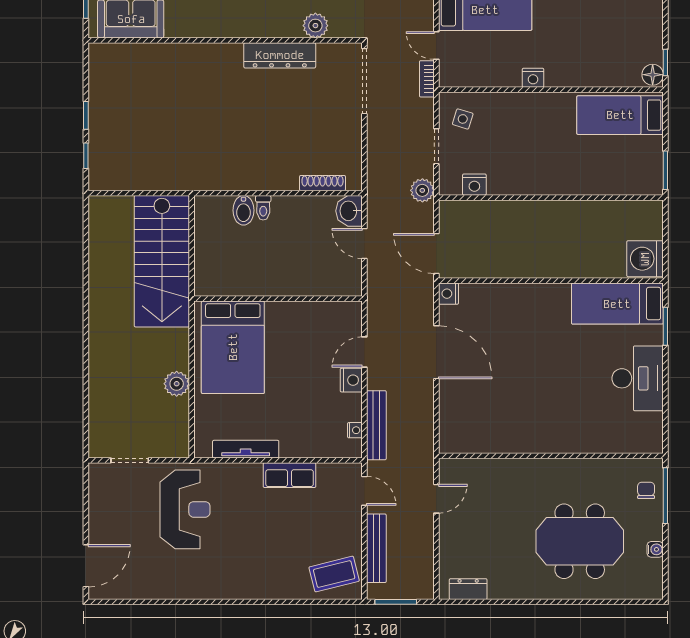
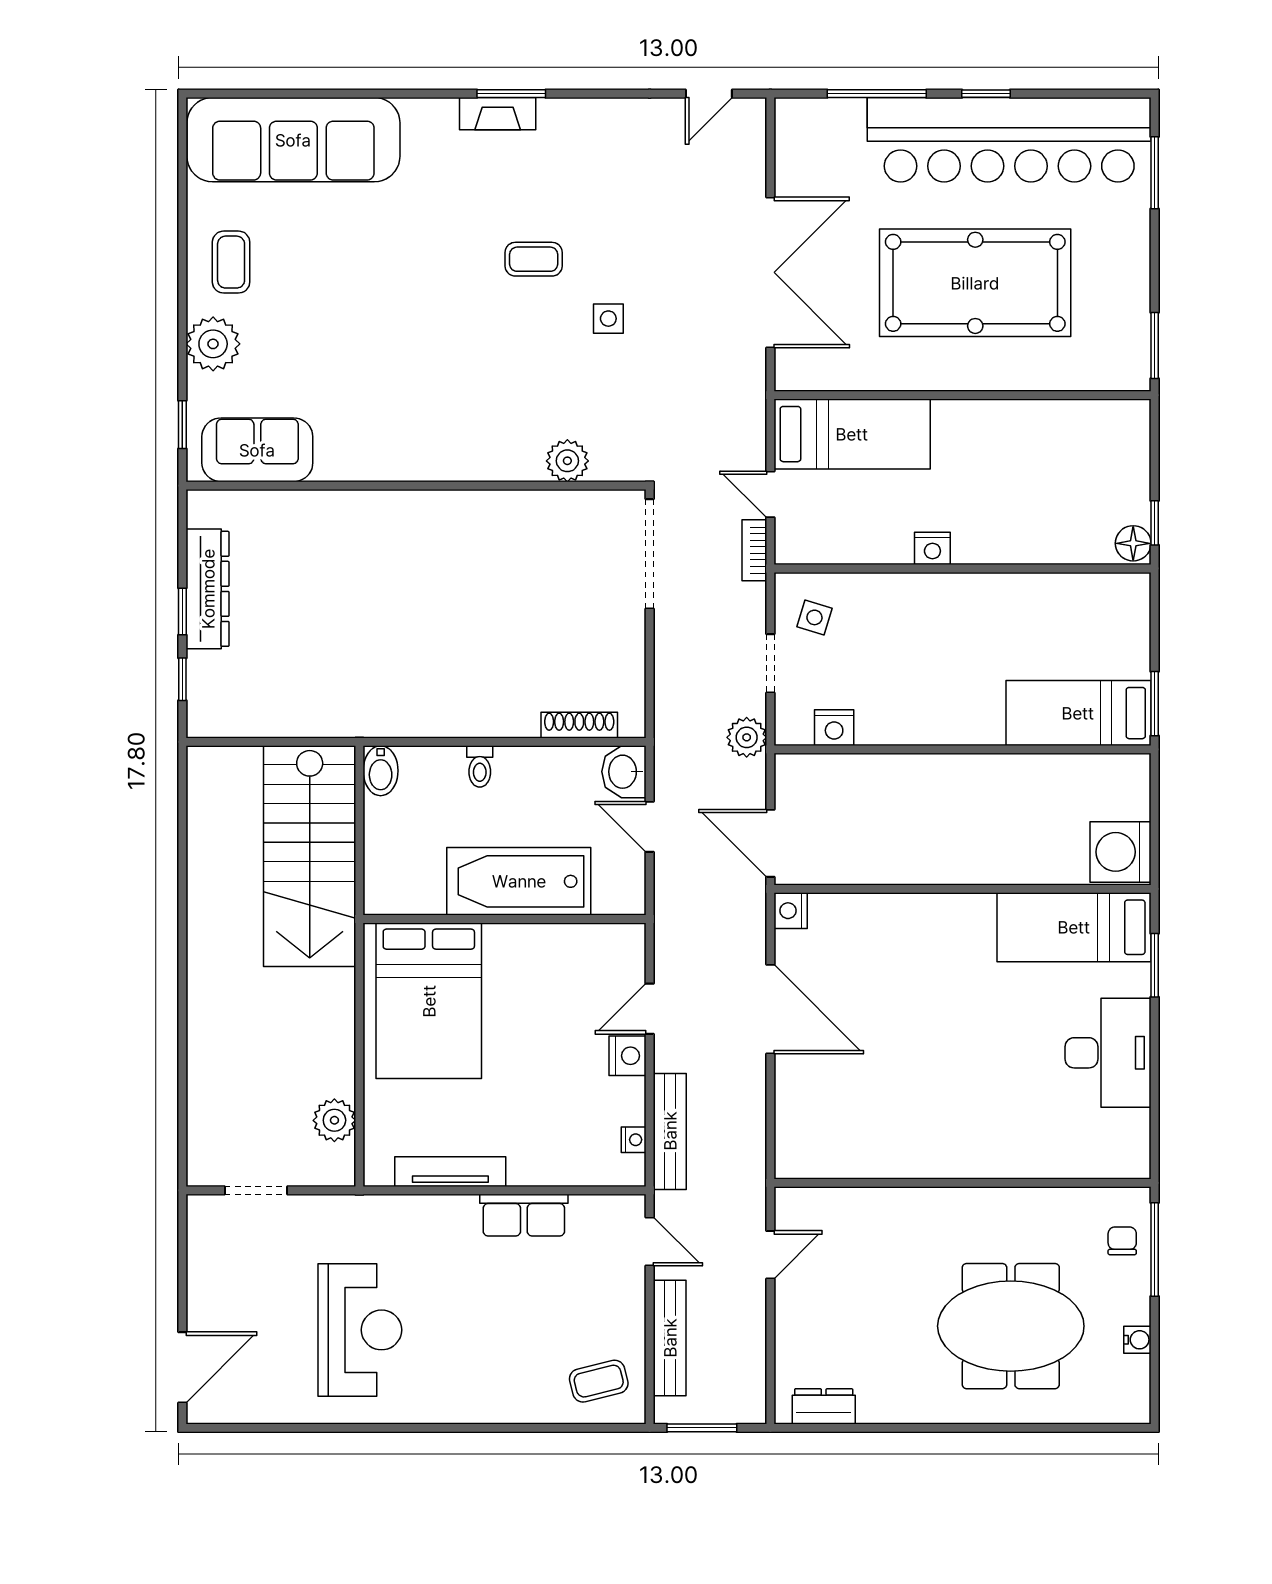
dresser: (280, 55) -> (208, 589), moved, turned -90
bed: (620, 115) -> (1078, 713), moved
bidet: (243, 210) -> (381, 771), moved
bathtub: (286, 276) -> (519, 881), added
plant: (177, 384) -> (334, 1120), moved
reception desk: (185, 509) -> (360, 1330), moved
coffee table: (334, 574) -> (599, 1381), width x0.73, depth x0.77

